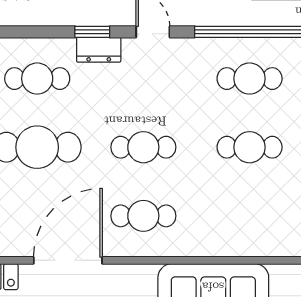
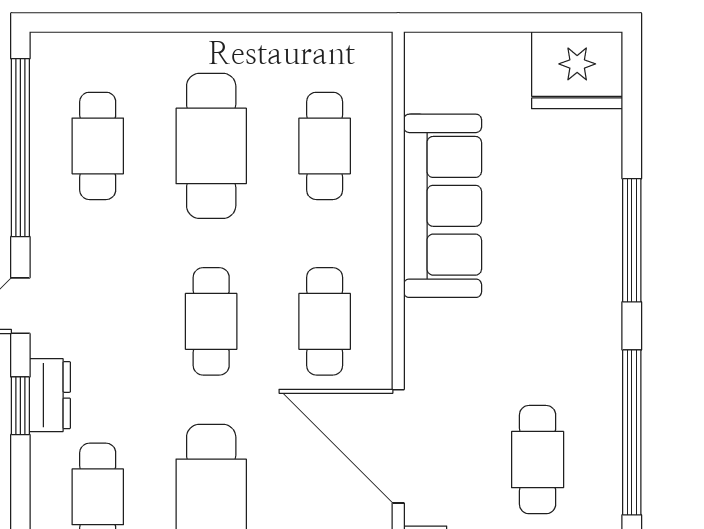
cafe table: (250, 147) -> (211, 146), width x1.37, depth x1.35
cafe table: (250, 216) -> (325, 146), added

